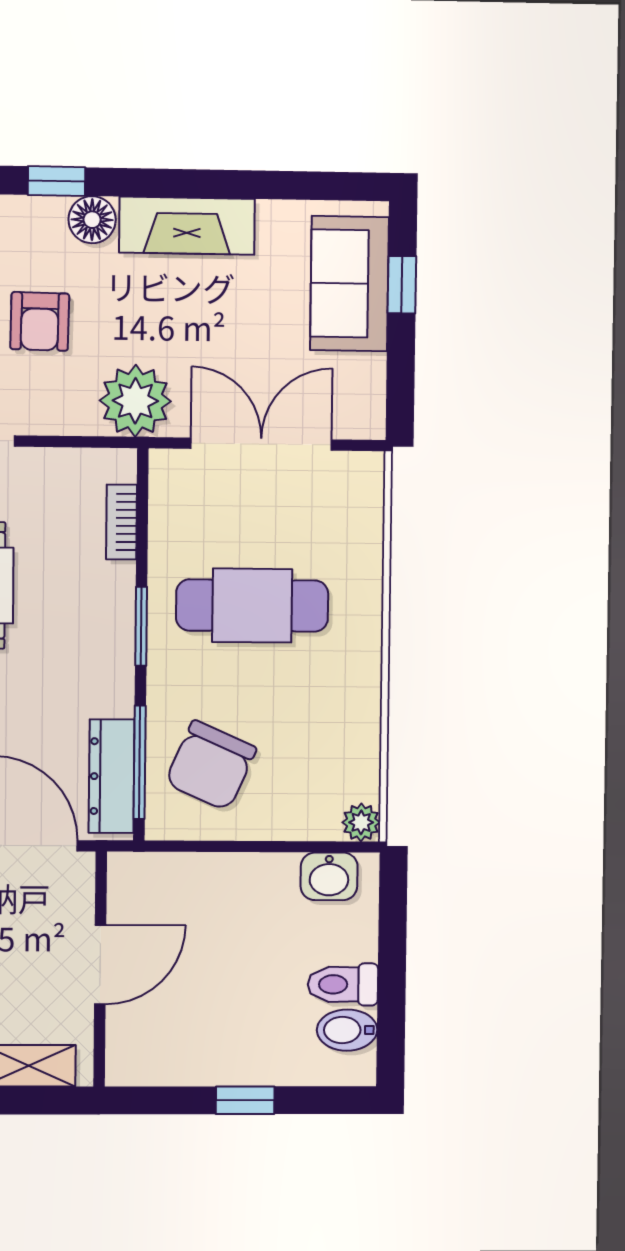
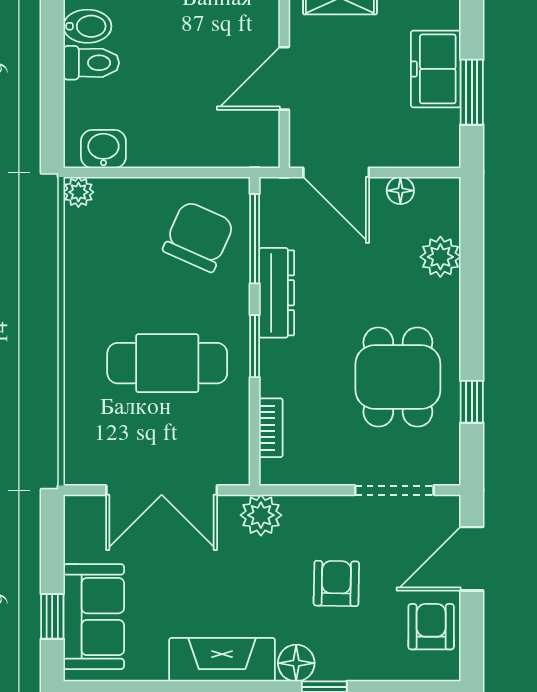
plant: (135, 401) -> (261, 515), width x0.73, depth x0.73
dresser: (112, 776) -> (277, 293), moved

